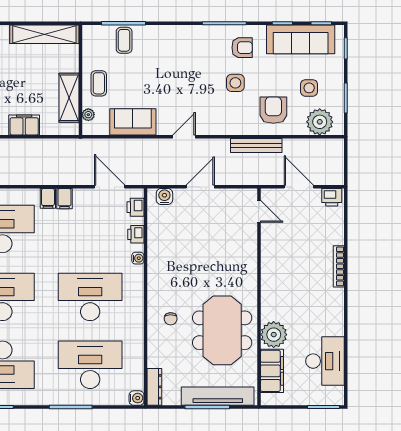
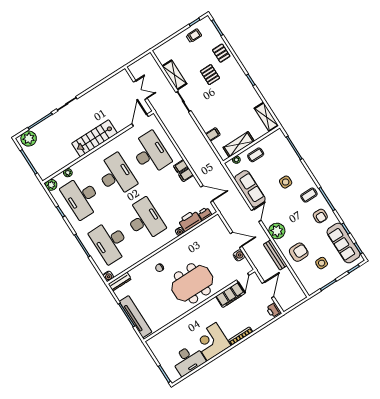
shelving: (44, 34) -> (266, 117), width x0.68
coffee table: (124, 40) -> (309, 195), moved
side table: (235, 83) -> (286, 182), moved
sofa: (133, 122) -> (250, 189), width x1.36
plant: (320, 122) -> (277, 231), moved
filing cabinet: (24, 125) -> (213, 134), width x0.50
door: (184, 137) -> (256, 215), hinge flipped
door: (110, 187) -> (207, 194), hinge flipped
water cooler: (164, 197) -> (239, 255), moved
printer: (136, 234) -> (190, 221), width x1.87, depth x1.48
corner desk: (321, 312) -> (212, 342), added
meeting table: (222, 330) -> (192, 283), moved
plant: (274, 335) -> (185, 325), removed
desk: (90, 365) -> (110, 242), turned 180
filing cabinet: (272, 371) -> (230, 295), moved

